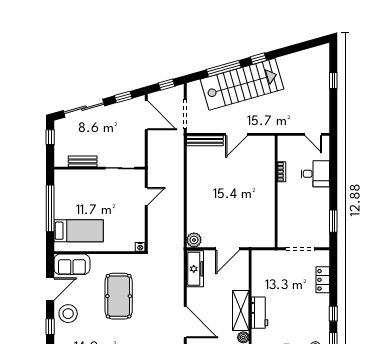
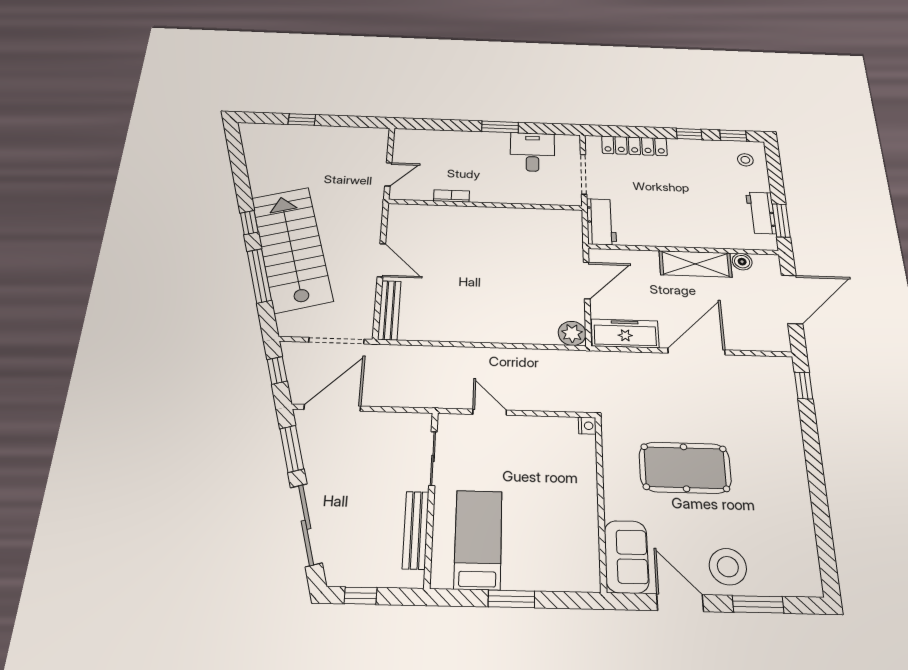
window: (123, 97) -> (292, 449), width x1.50
door: (313, 134) -> (388, 174), moved
bench: (83, 161) -> (416, 530), width x1.36
desk: (315, 174) -> (532, 152), moved
window: (50, 208) -> (511, 599), width x0.47
window: (333, 221) -> (500, 127), moved
bed: (79, 231) -> (478, 539), moved
door: (228, 249) -> (587, 281), hinge flipped
locker: (323, 280) -> (634, 146), width x1.53
workbench: (260, 313) -> (601, 222), moved, turned 90
door: (185, 322) -> (697, 352), moved
window: (50, 327) -> (758, 604), width x1.50

